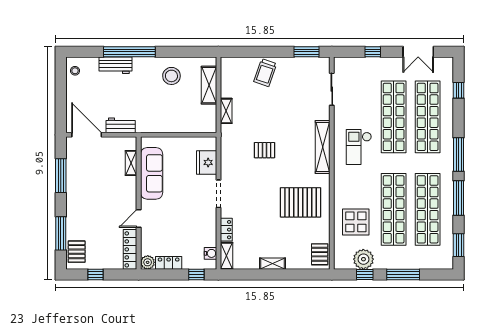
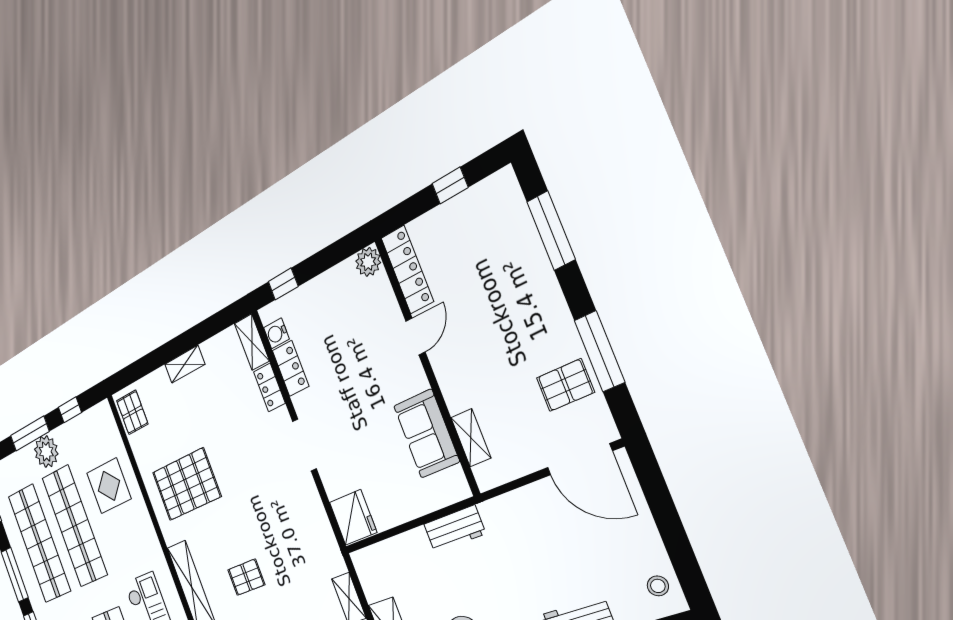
workbench: (121, 125) -> (455, 529), moved
pallet: (264, 150) -> (246, 577), moved
fridge: (207, 162) -> (353, 517), moved
sofa: (152, 173) -> (426, 434), width x0.73
pallet: (77, 252) -> (565, 385), moved, turned 90
plant: (363, 259) -> (46, 452), moved
locker: (169, 263) -> (291, 368), moved, turned -90

